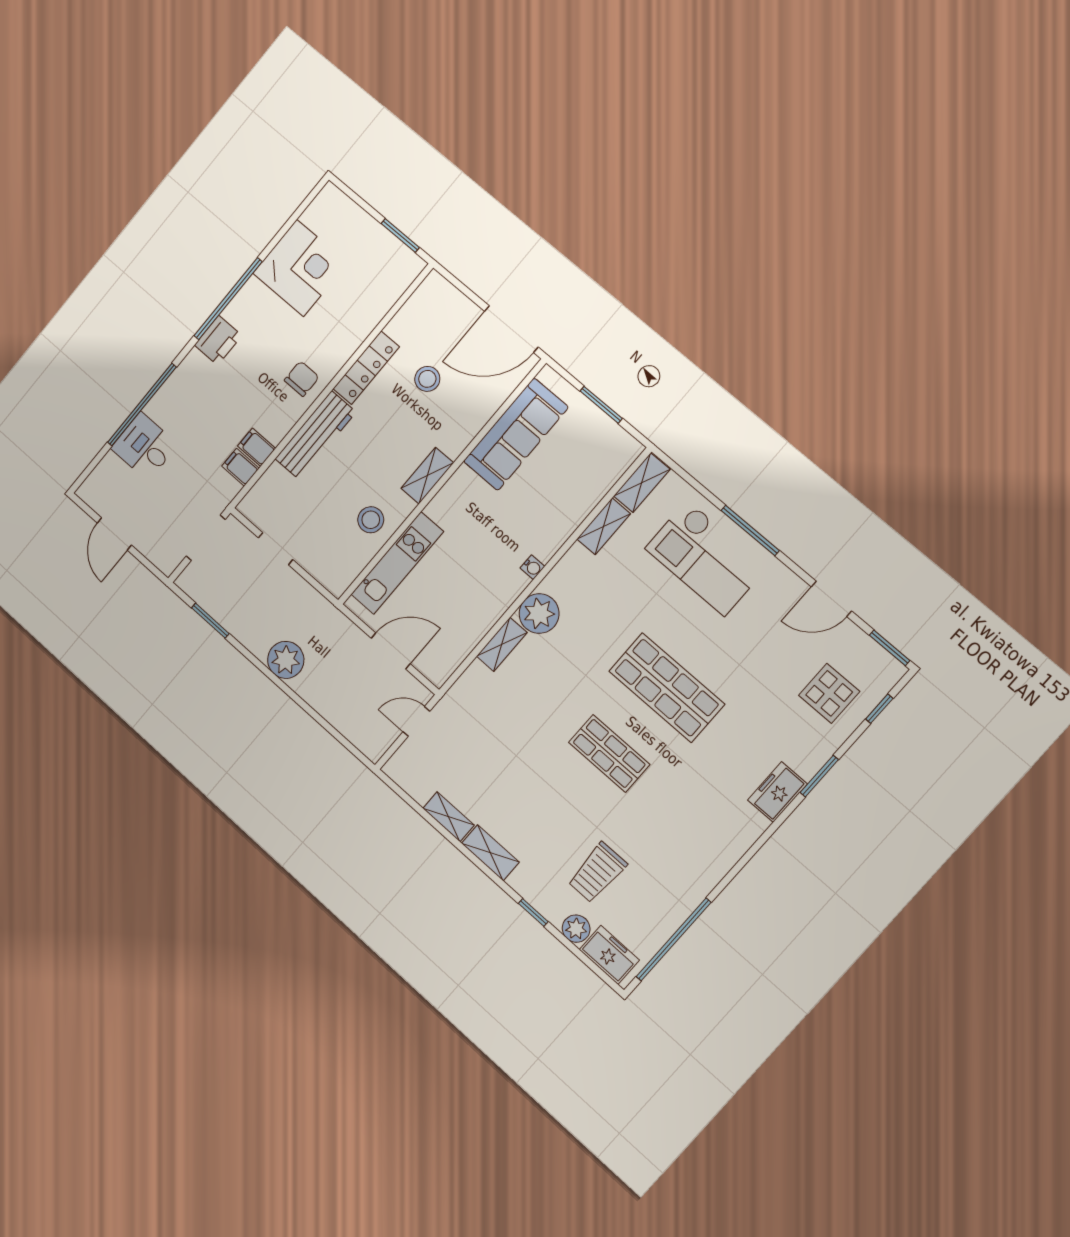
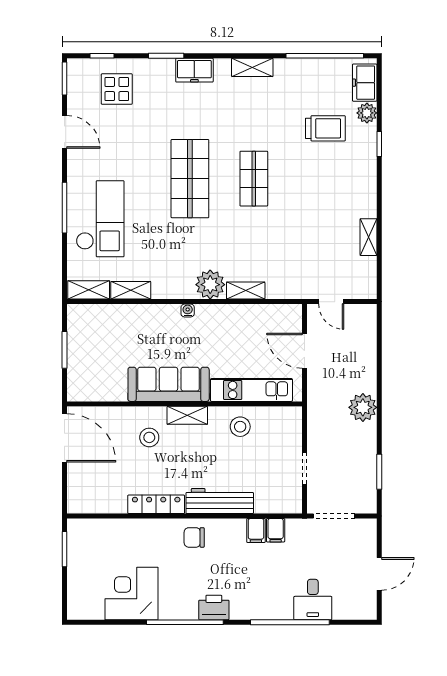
stool: (427, 379) -> (149, 437), moved
sofa: (516, 434) -> (169, 384), moved
shelving: (490, 853) -> (252, 67), moved, turned 90

